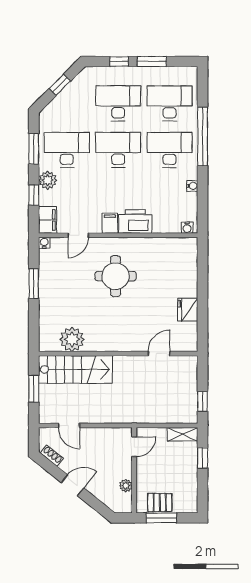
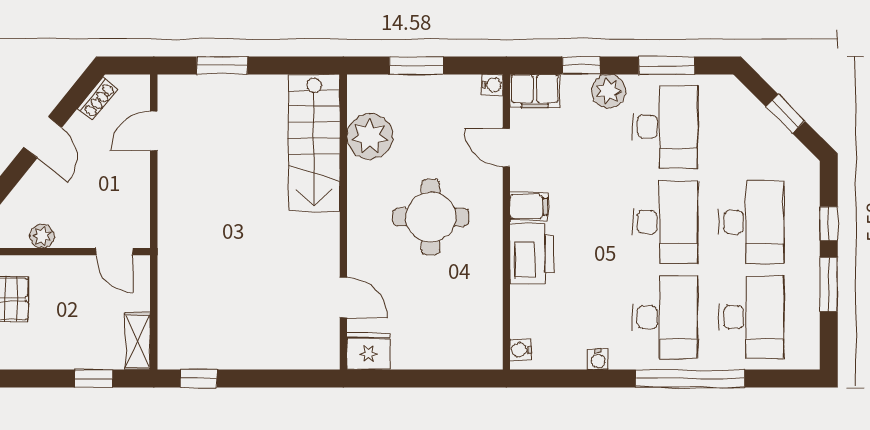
plant: (72, 339) -> (370, 136), moved
wall: (118, 354) -> (343, 222), moved
door: (159, 354) -> (343, 298), moved
stairs: (75, 369) -> (314, 143), moved

